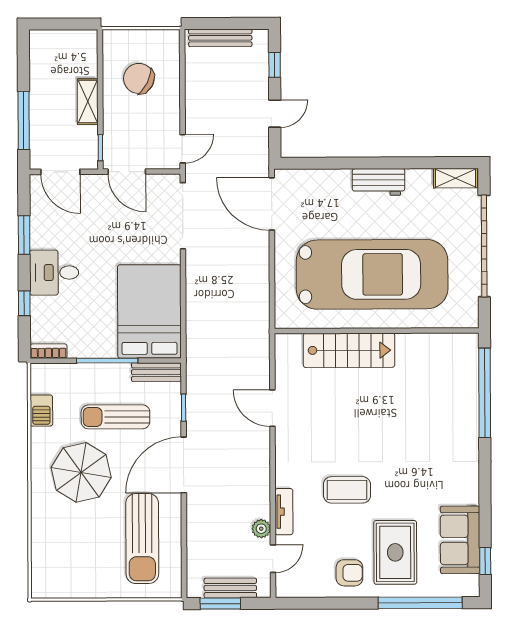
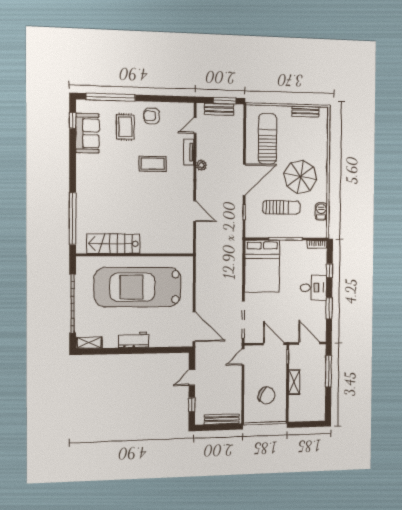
stairs: (349, 350) -> (113, 244), moved
bench: (156, 372) -> (306, 112), moved
plant: (261, 529) -> (201, 165), moved
rug: (395, 552) -> (125, 127), width x0.73, depth x0.70

